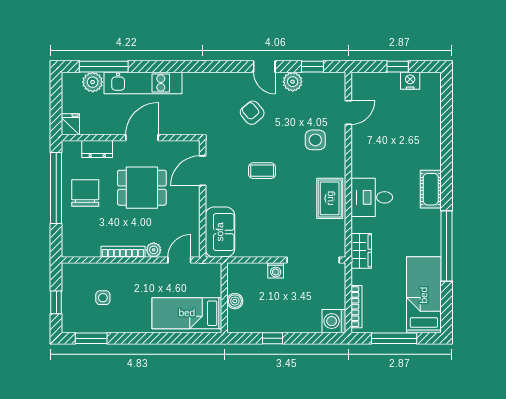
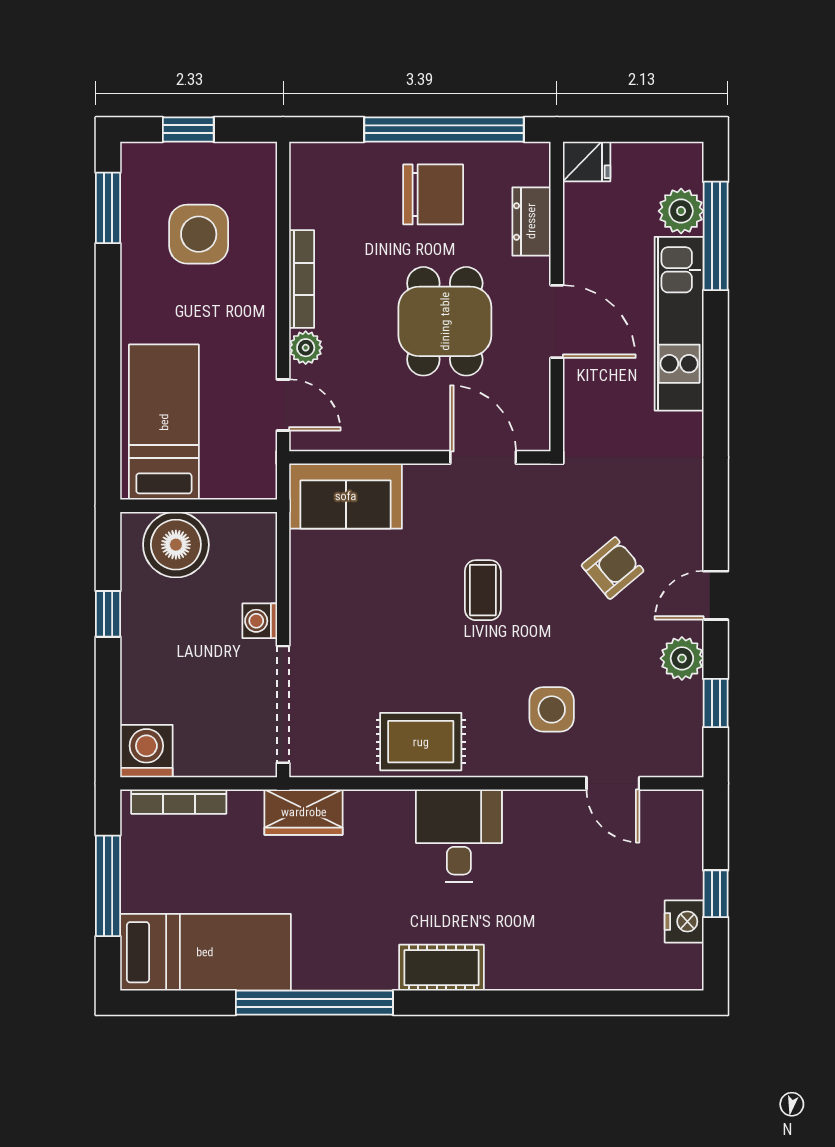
desk: (372, 197) -> (459, 836), moved
side table: (103, 298) -> (199, 234), width x1.87, depth x1.87
boiler: (235, 301) -> (176, 545), width x1.86, depth x1.86

